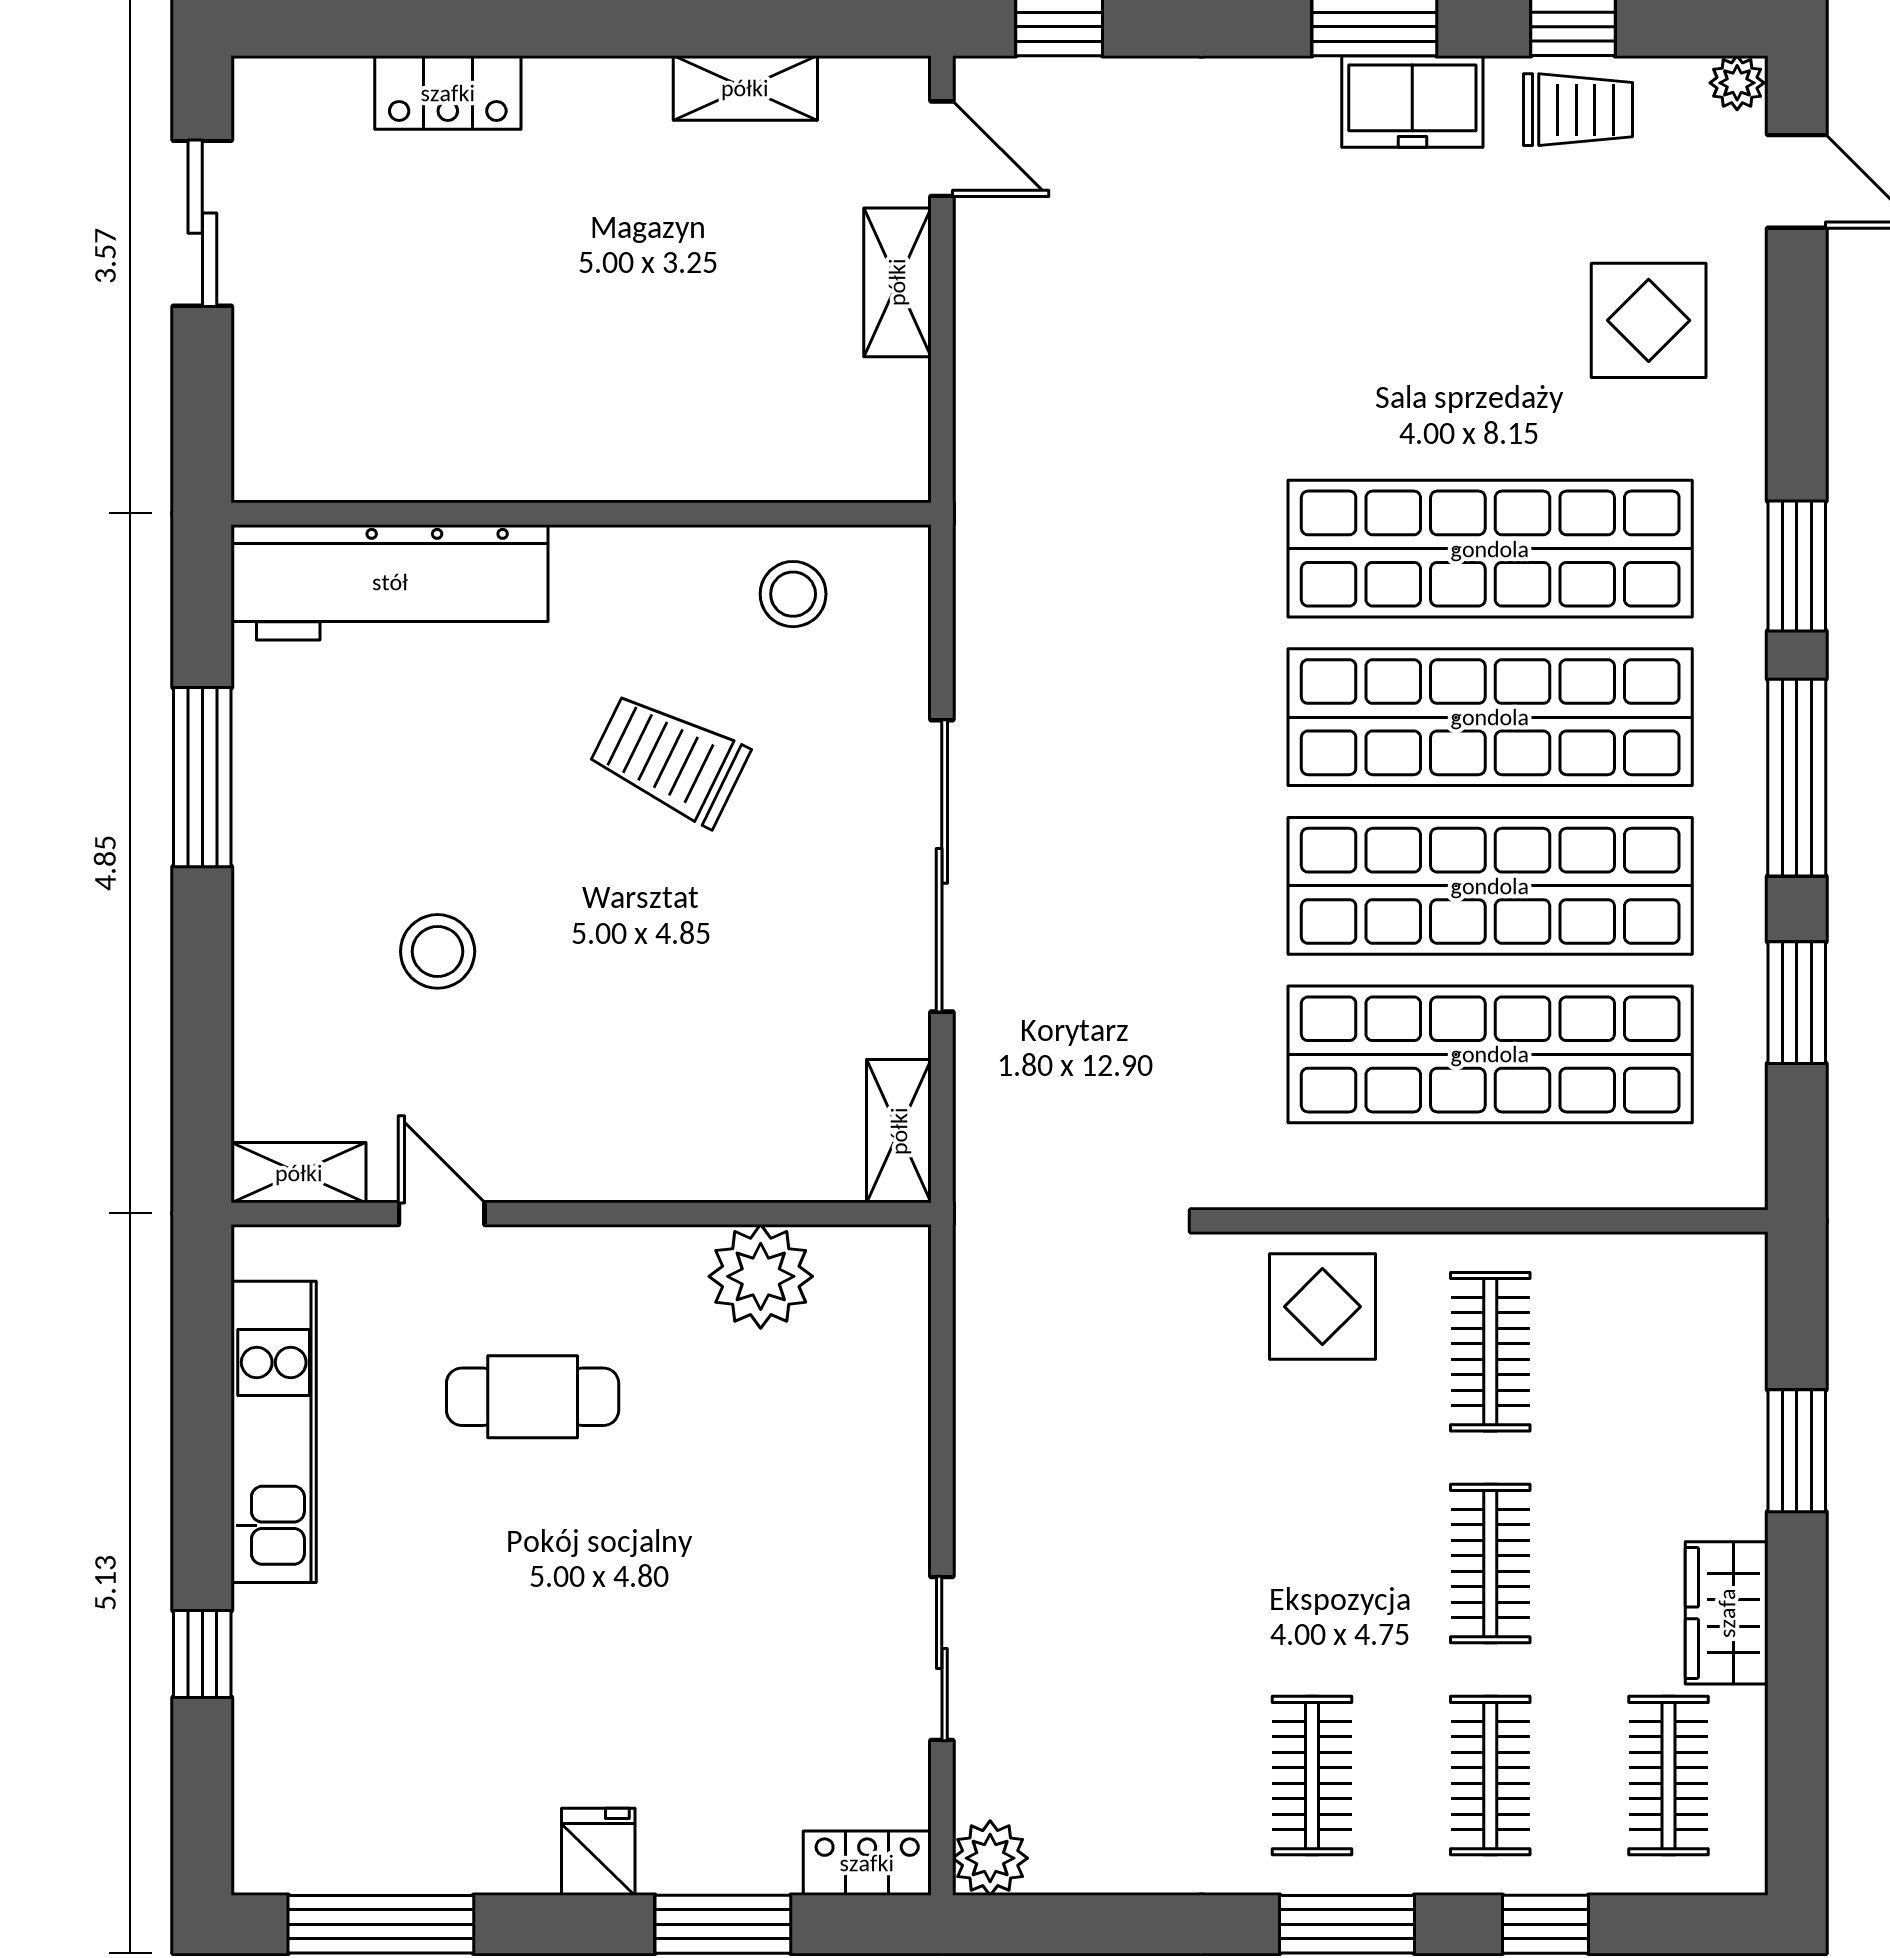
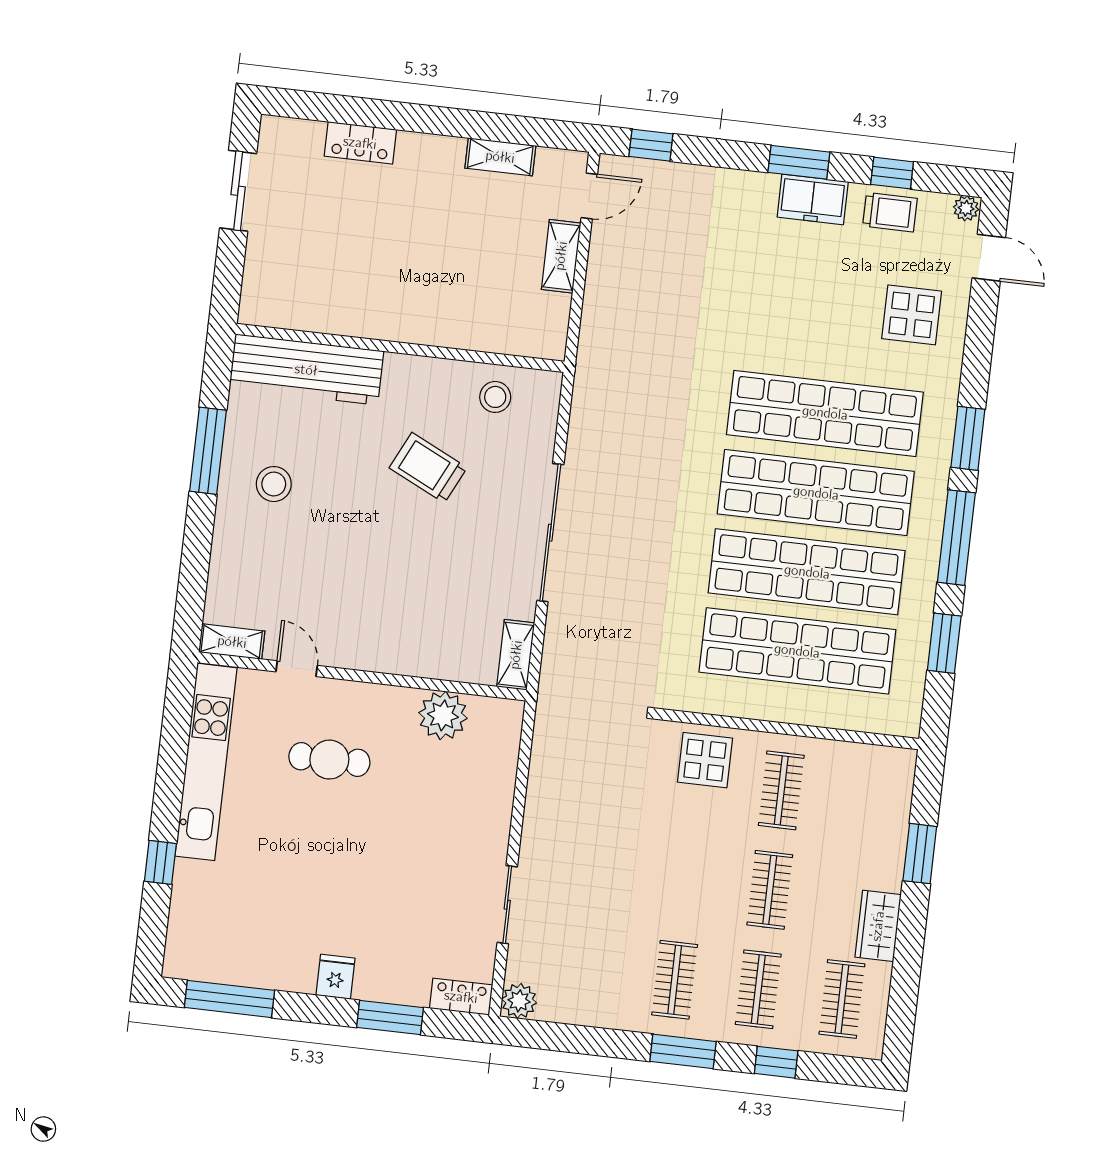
door: (942, 149) -> (589, 196), hinge flipped
stool: (438, 951) -> (274, 484), moved
kitchen unit: (274, 1432) -> (206, 762), width x1.36

